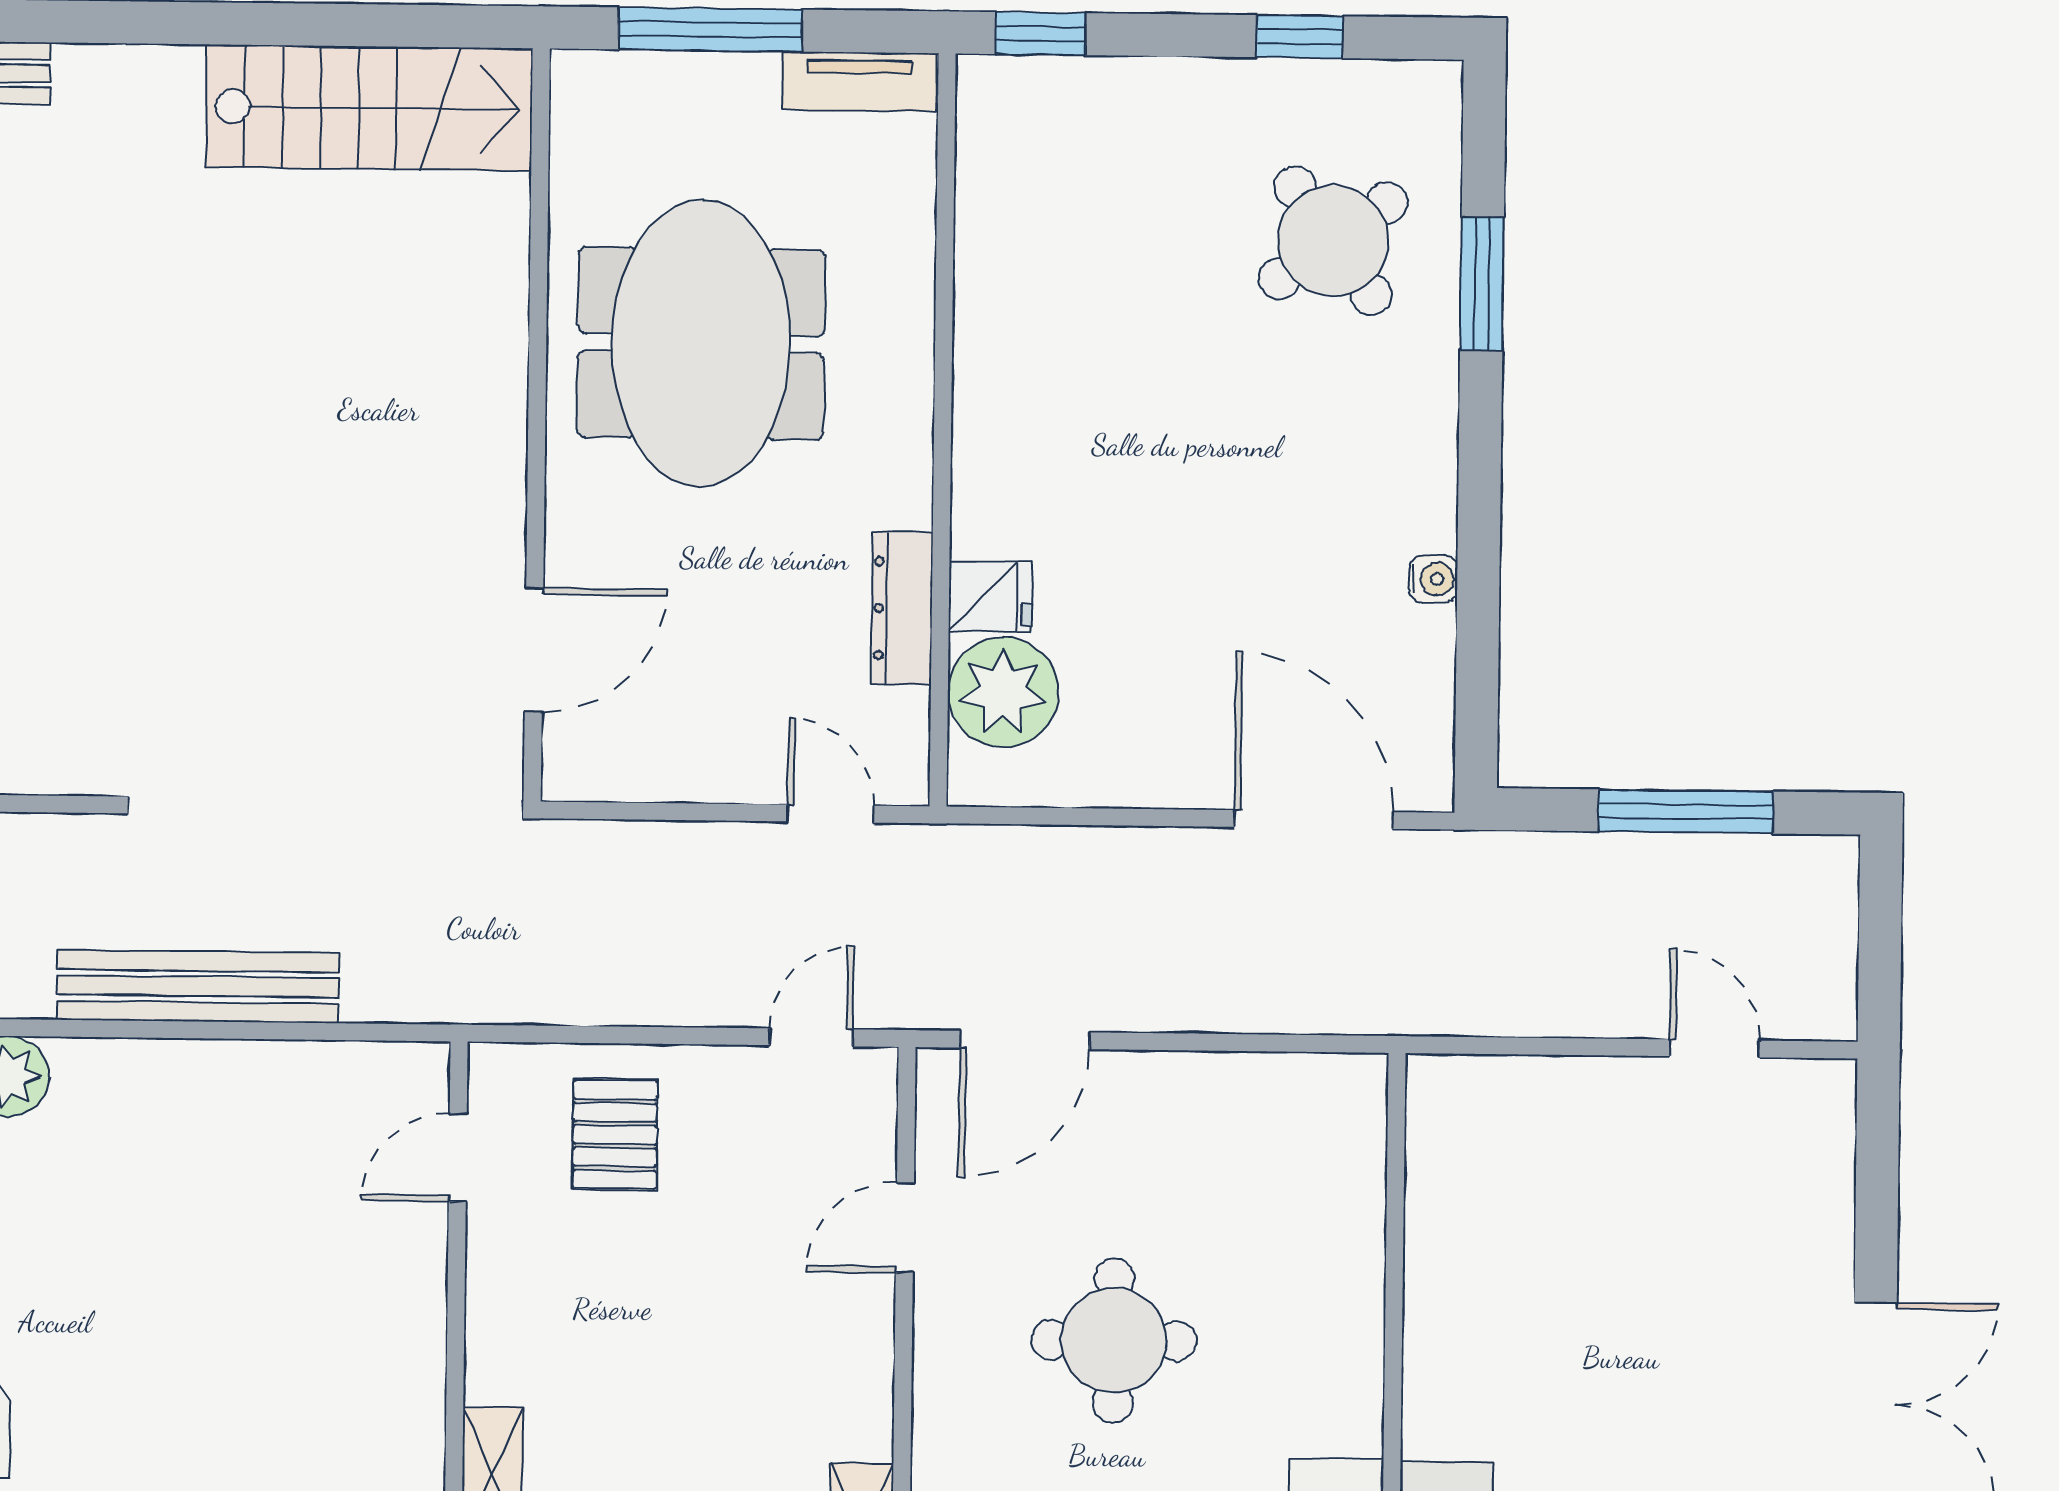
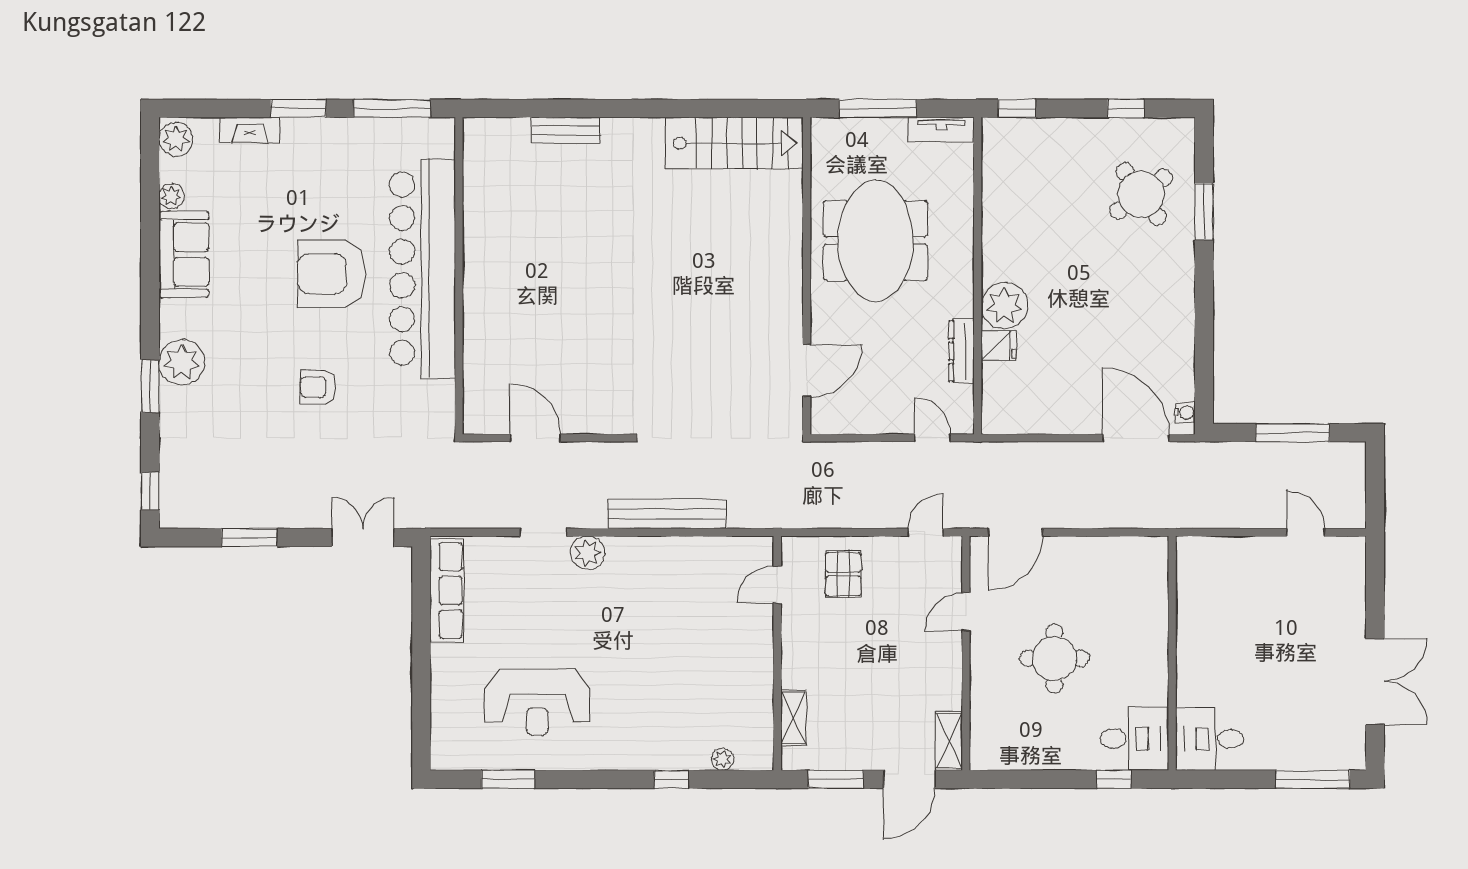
water cooler: (1433, 579) -> (1185, 412), moved
plant: (1003, 692) -> (1004, 306), moved

